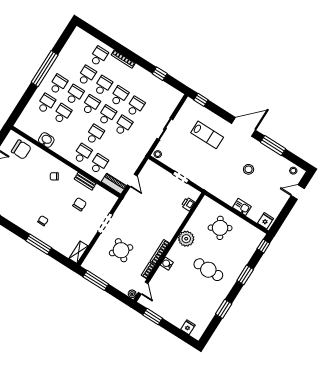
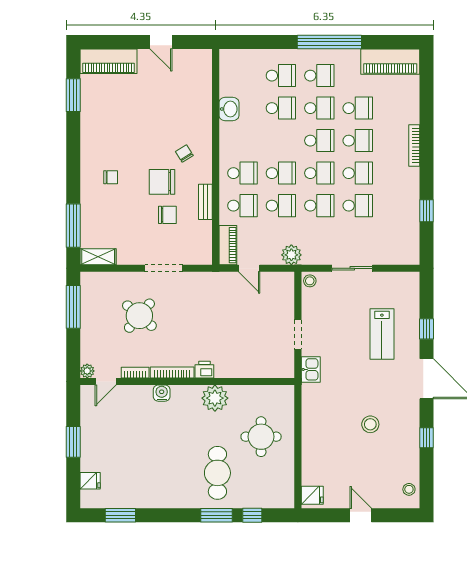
piano: (74, 44) -> (390, 62), added
school desk: (99, 56) -> (281, 206), moved
window: (201, 100) -> (426, 329), moved
window: (273, 146) -> (426, 438), width x0.46
chair: (21, 150) -> (162, 182), moved, turned 90
plant: (139, 155) -> (291, 255), added
door: (132, 180) -> (249, 268), hinge flipped
door: (298, 192) -> (361, 515), moved
printer: (188, 204) -> (204, 370), moved
kitchen sink: (242, 207) -> (311, 369), moved
round table: (220, 228) -> (261, 437), turned 31
window: (39, 244) -> (73, 226), moved
window: (263, 246) -> (252, 515), moved
cafe table: (208, 270) -> (217, 473), moved
window: (224, 309) -> (120, 515), moved
window: (153, 317) -> (73, 442), moved

